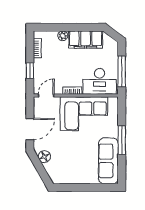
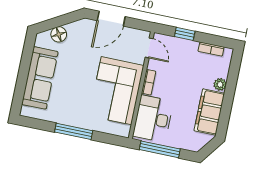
door: (30, 129) -> (111, 19), hinge flipped
floor lamp: (44, 157) -> (59, 34), moved
sofa: (108, 161) -> (40, 78), moved, turned 90

